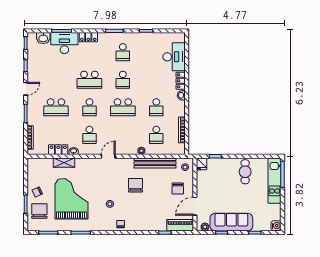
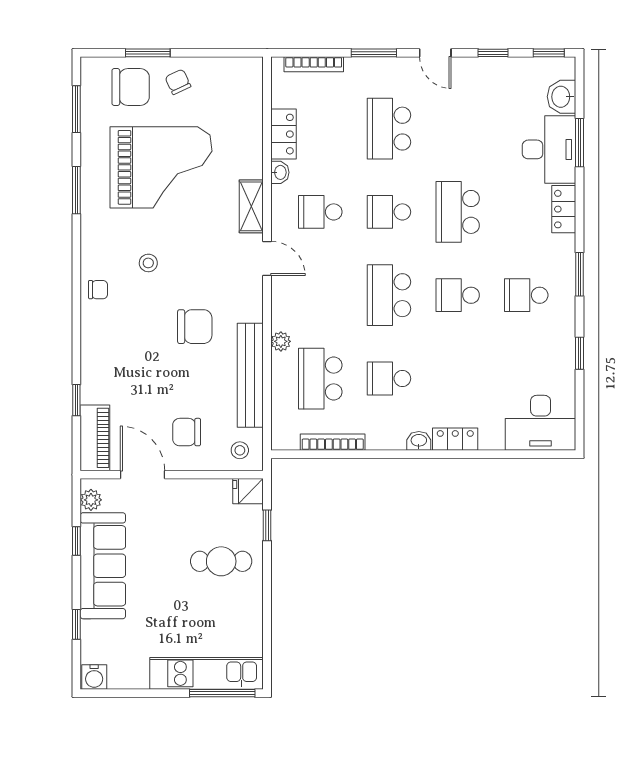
desk: (174, 57) -> (541, 423), moved
school desk: (156, 135) -> (320, 379), width x1.85
shelving: (64, 163) -> (251, 206), moved
cafe table: (245, 172) -> (221, 561), moved

